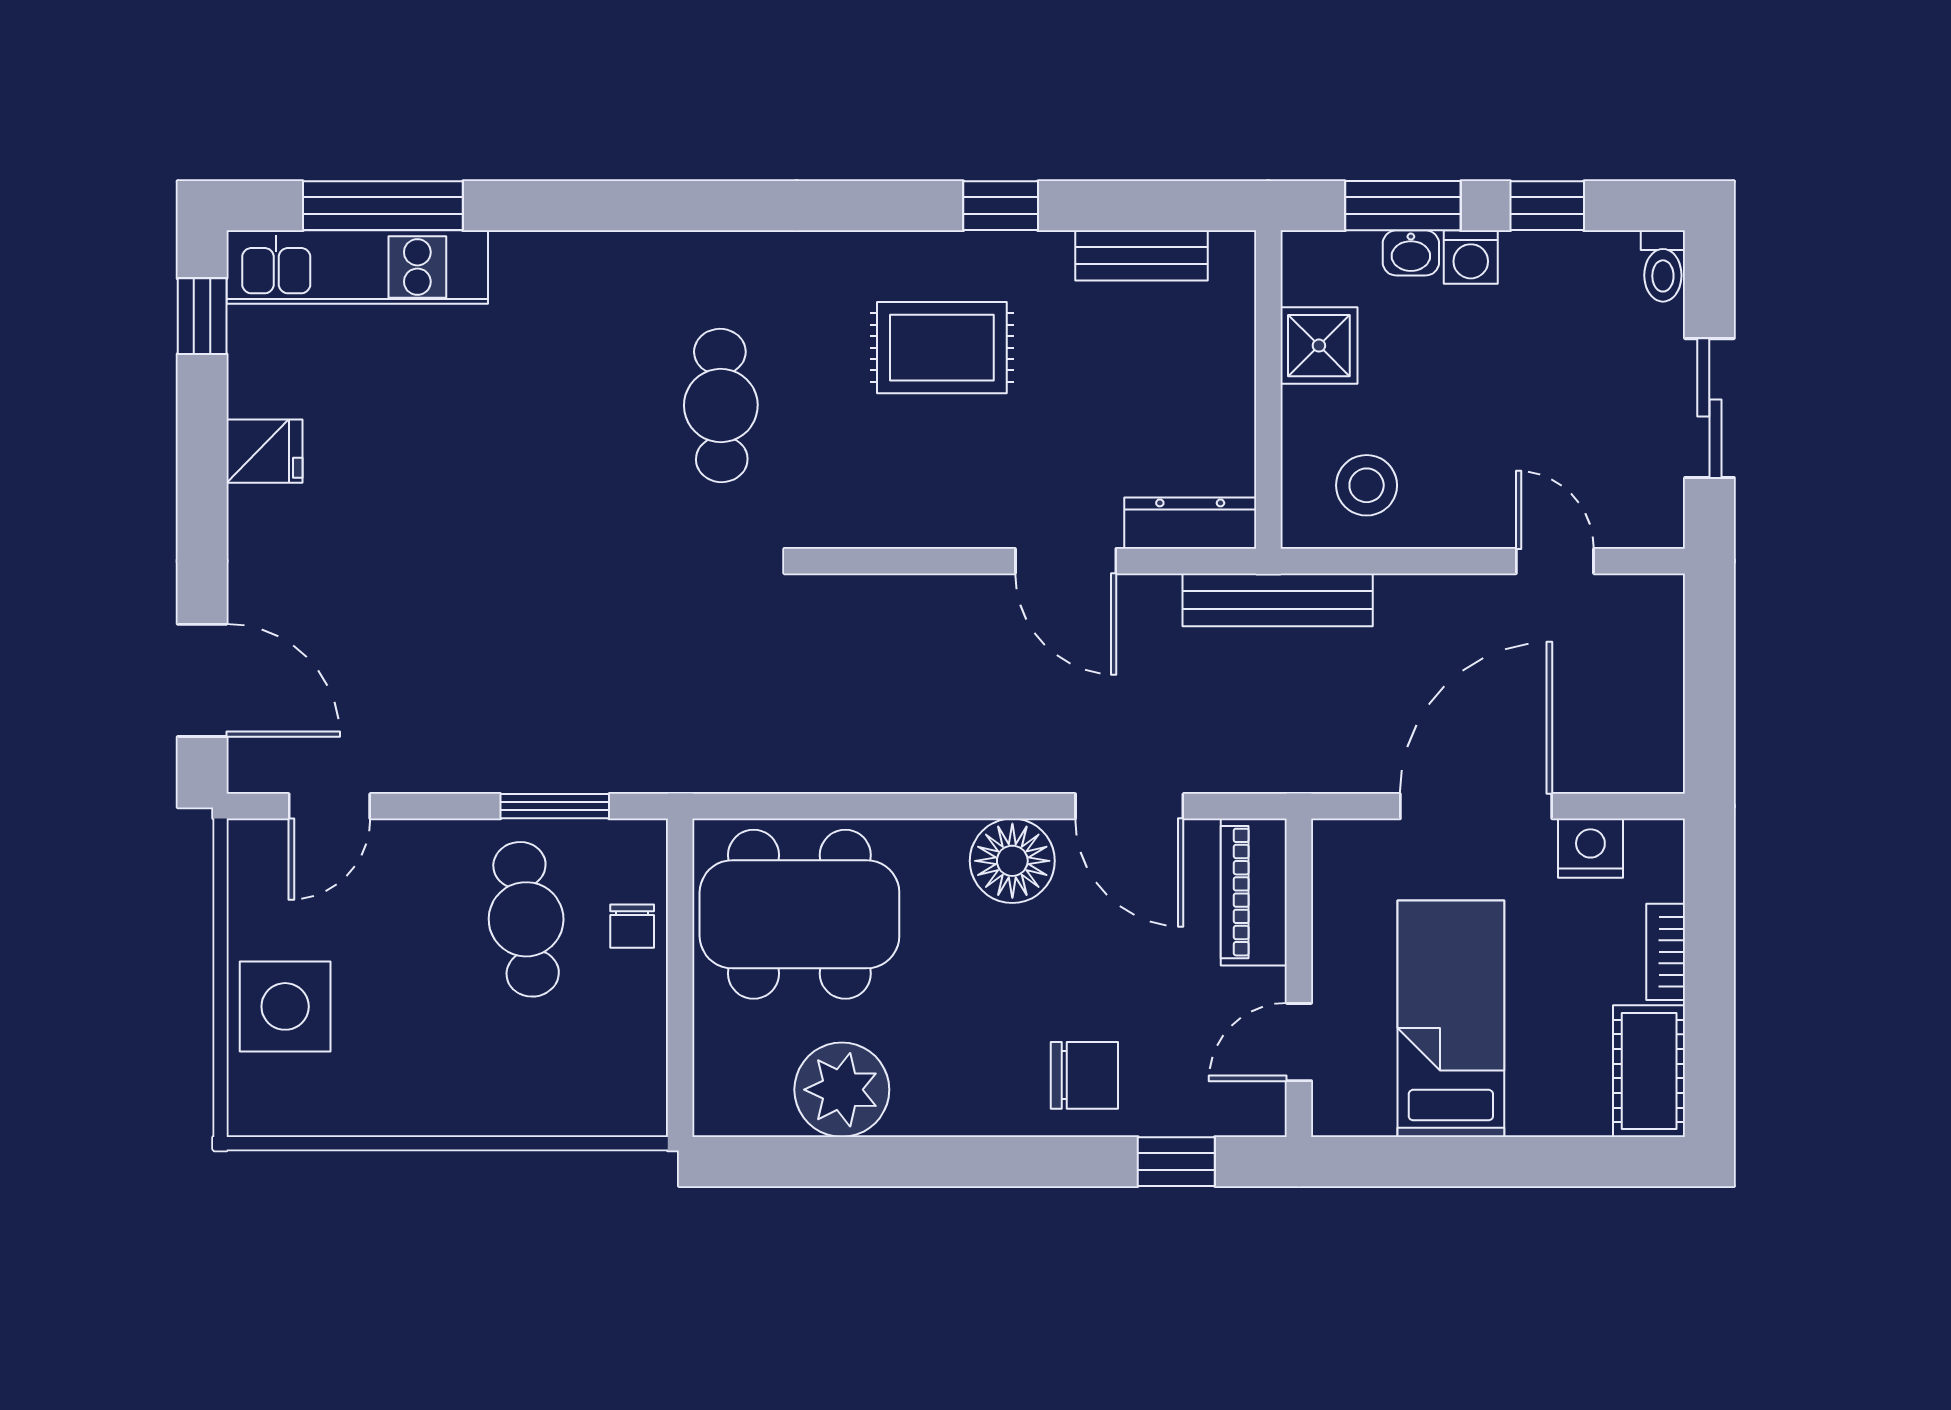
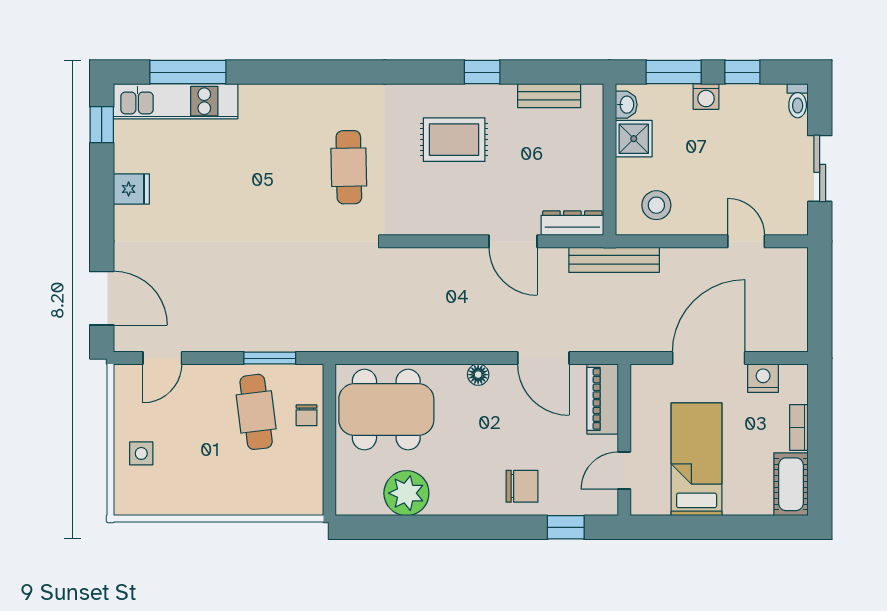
washbasin: (1411, 253) -> (626, 105), moved, turned -90
floor lamp: (1012, 861) -> (478, 375), width x0.53, depth x0.53
side table: (285, 1006) -> (141, 453), width x0.54, depth x0.54

